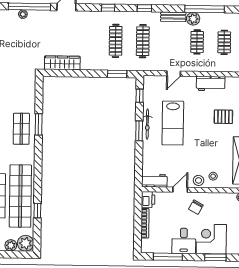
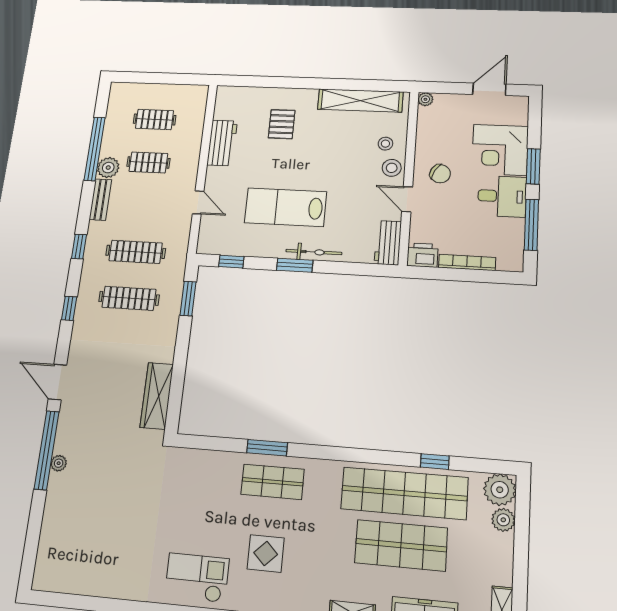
lab bench: (173, 123) -> (286, 207), turned 180
bicycle: (147, 124) -> (314, 252), moved
window: (215, 257) -> (533, 166), moved

